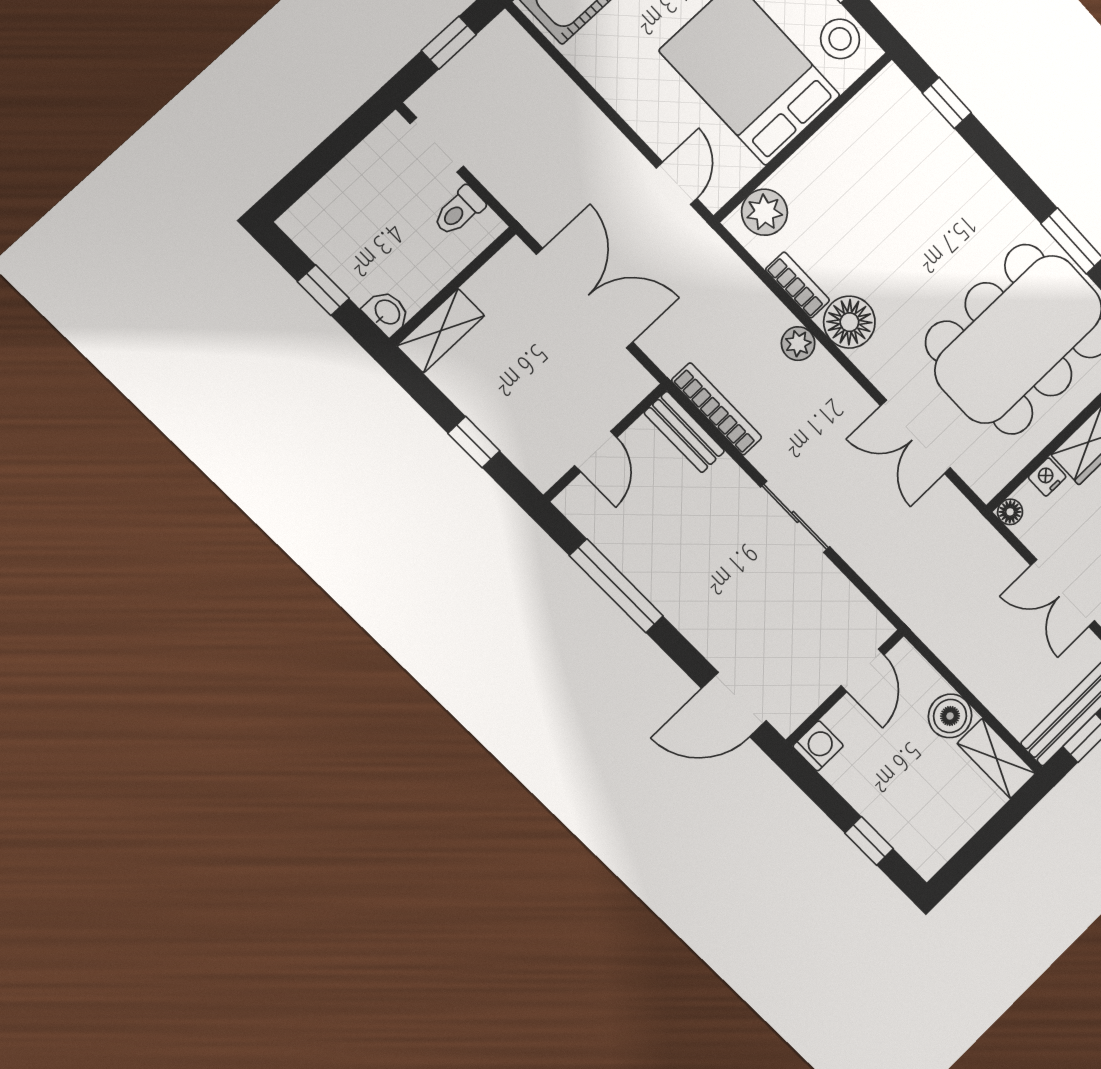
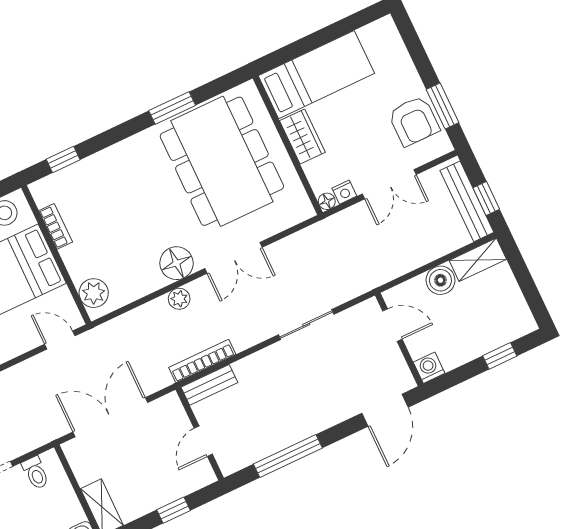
bookcase: (798, 285) -> (56, 226), moved, turned 90
double door: (916, 437) -> (233, 258), moved
door: (596, 452) -> (203, 441), swing flipped
nightstand: (1047, 477) -> (344, 192), moved, turned -90
sliding door: (795, 517) -> (306, 325), moved

